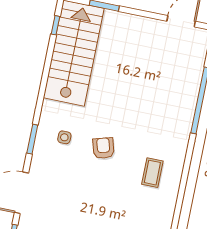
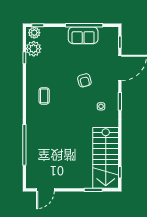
armchair: (103, 148) -> (84, 80), moved

